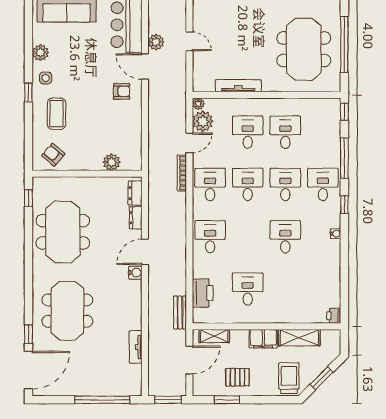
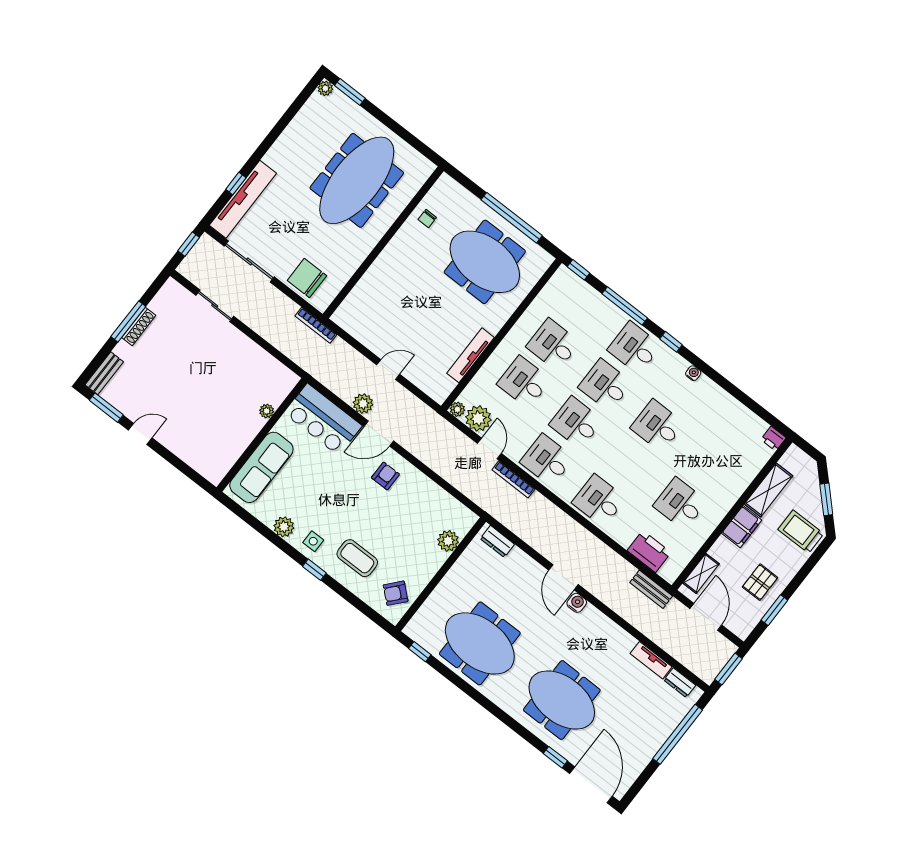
dresser: (136, 218) -> (680, 683), moved

